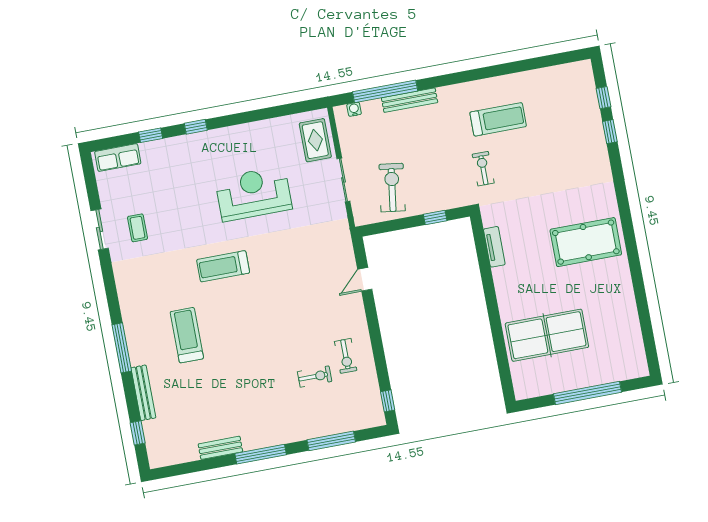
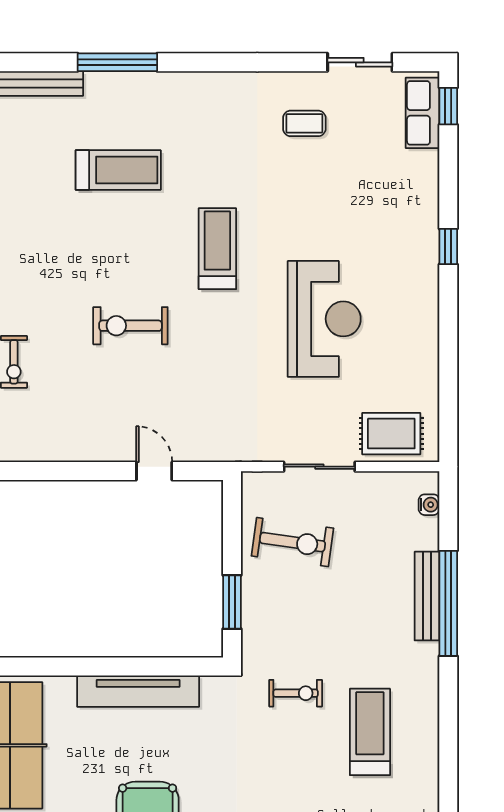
window: (385, 91) -> (448, 603), moved
treadmill: (498, 119) -> (370, 732), turned 180
window: (151, 135) -> (448, 106), moved
window: (435, 217) -> (232, 602), width x1.50
sliding door: (100, 230) -> (360, 62), moved
tv unit: (494, 247) -> (138, 691), width x1.92, depth x1.29
exercise bike: (346, 356) -> (130, 326), moved, width x1.38, depth x1.39

